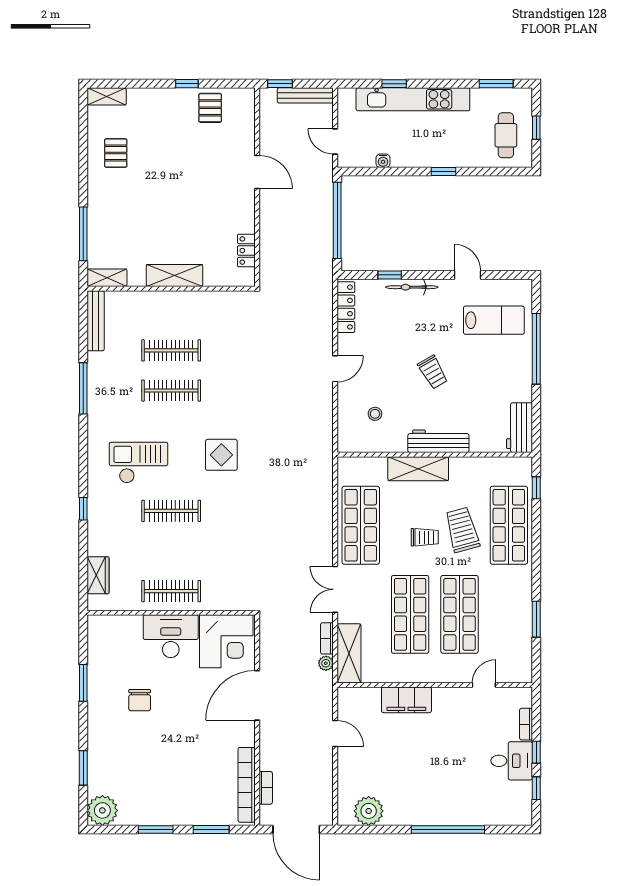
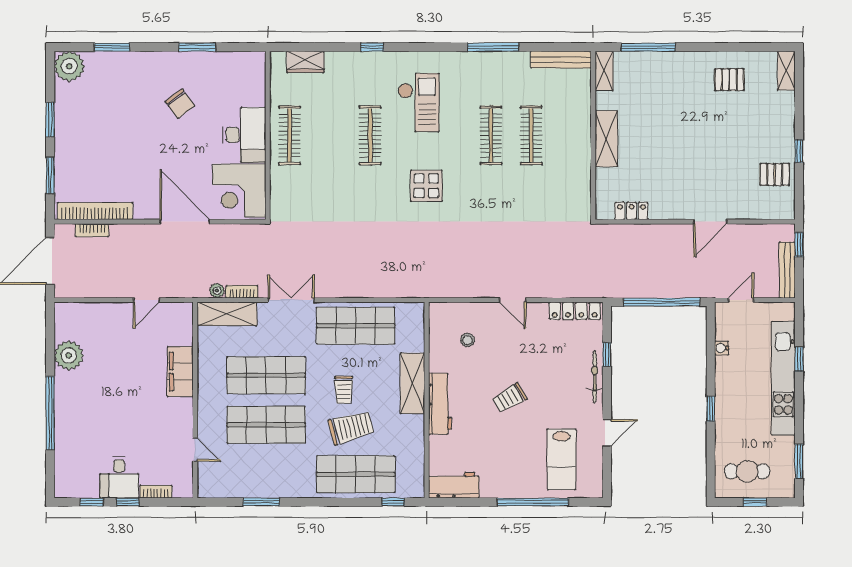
chair: (140, 700) -> (180, 104), turned -127
plant: (369, 811) -> (69, 355), moved

